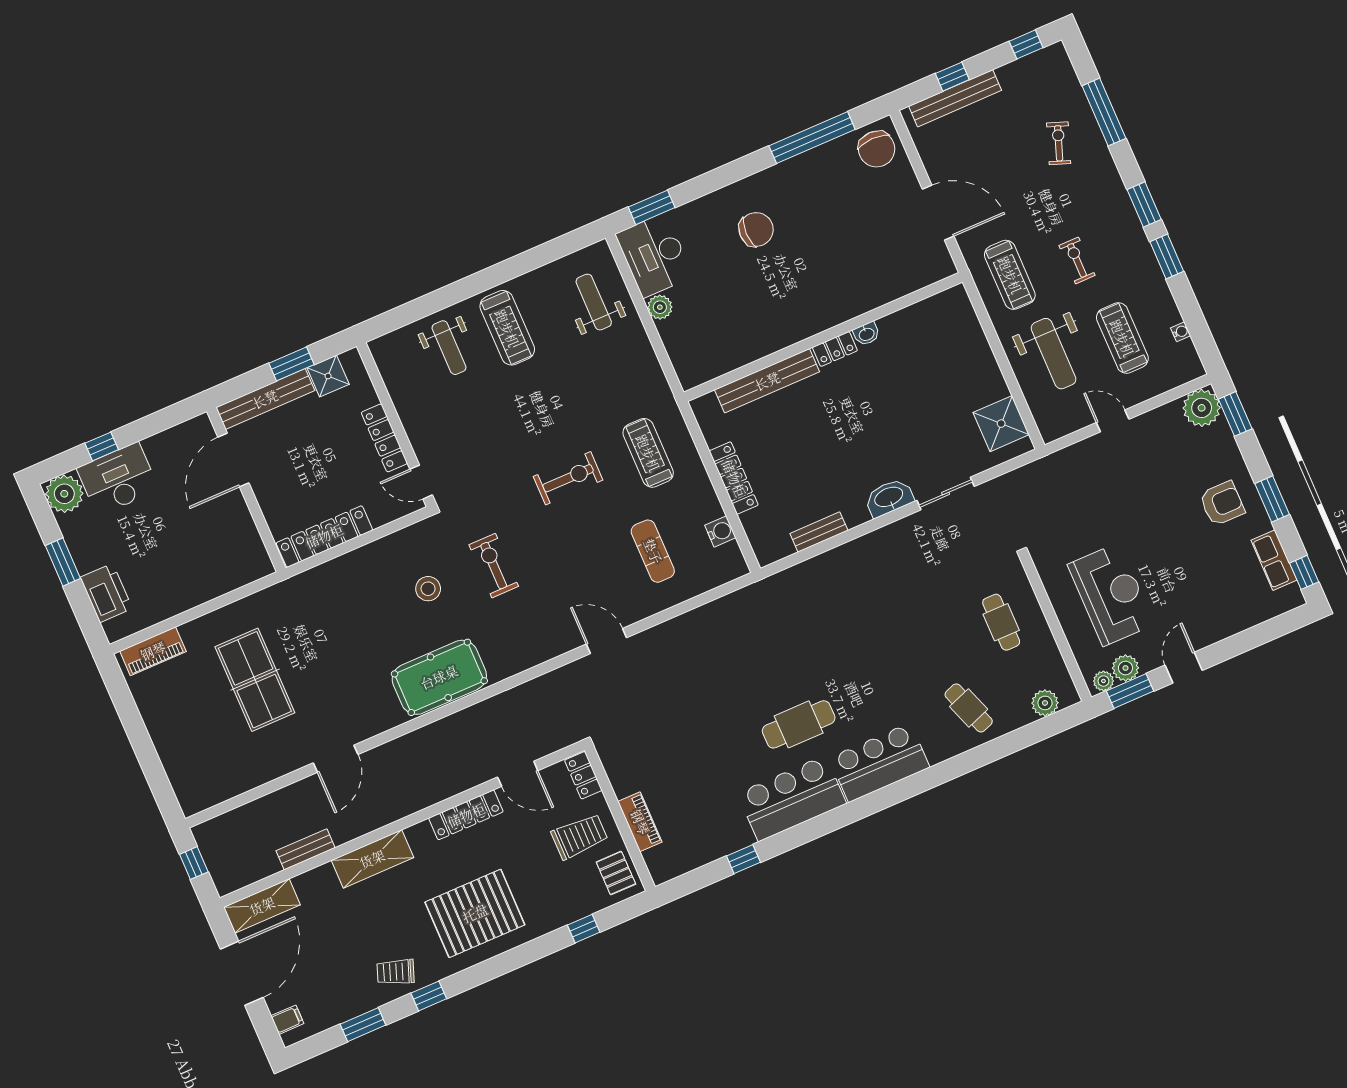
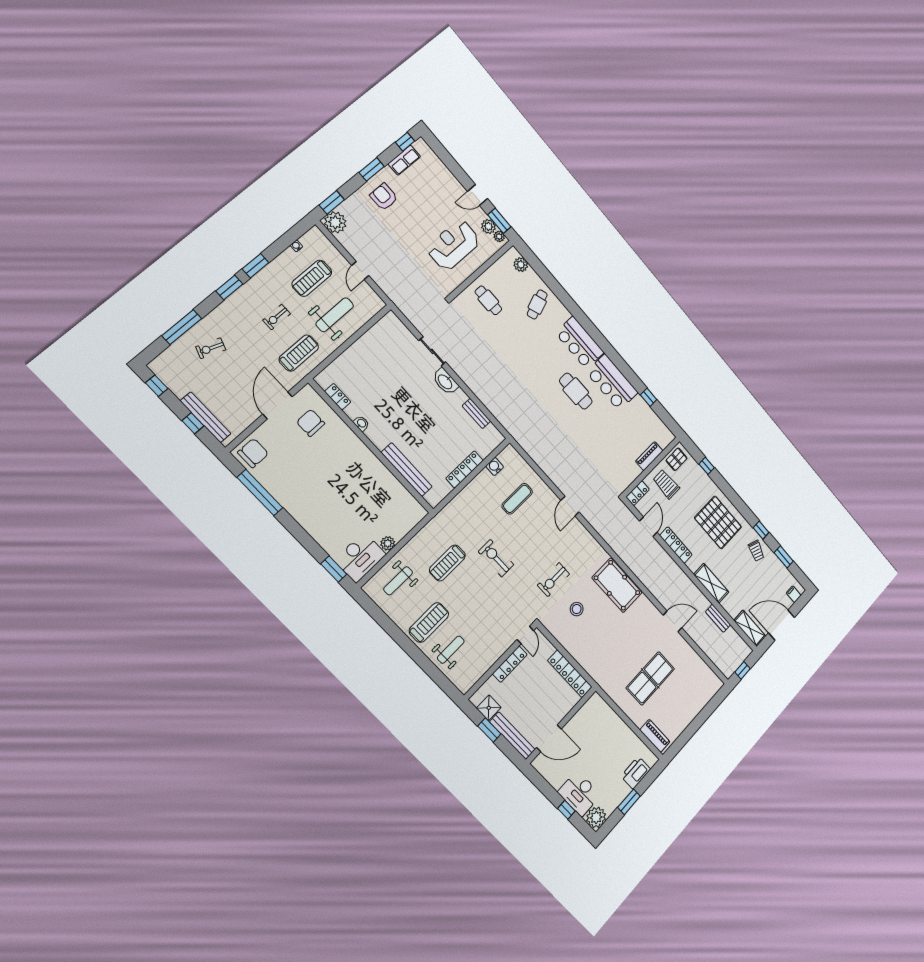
chair: (756, 229) -> (311, 423), moved
locker: (835, 349) -> (338, 397), moved
shower: (1001, 424) -> (384, 332), removed
treadmill: (648, 453) -> (447, 563), moved
cafe table: (1001, 622) -> (488, 300), turned 90

